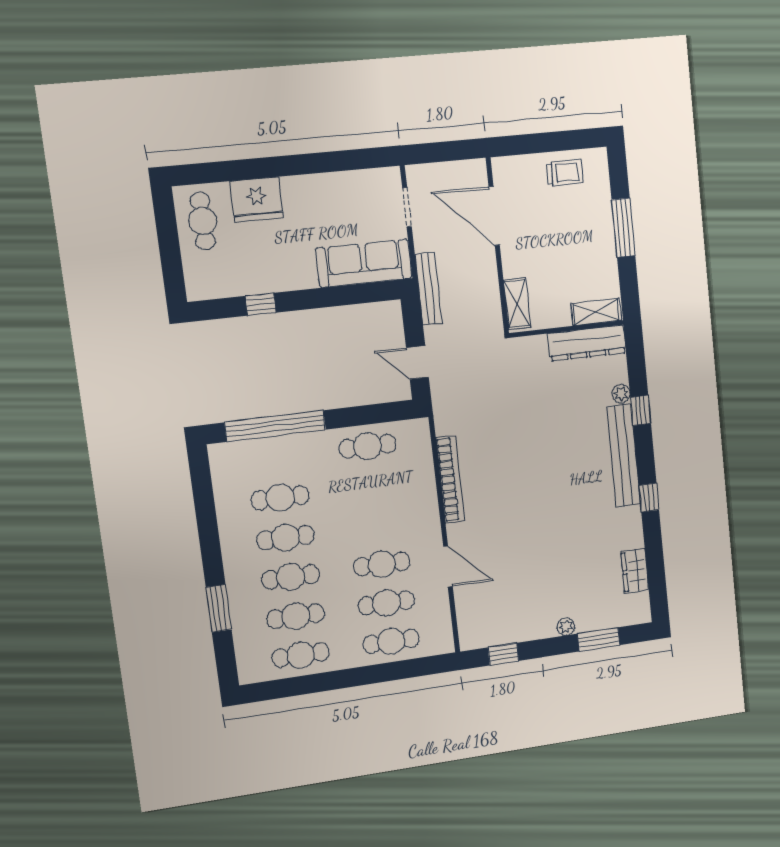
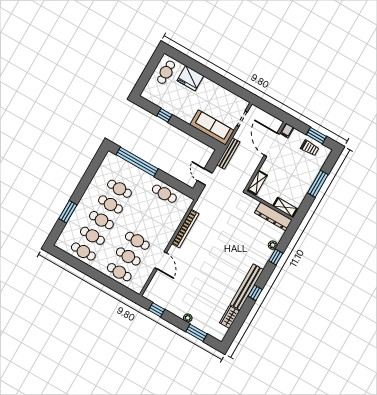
window: (561, 141) -> (316, 136), added
filing cabinet: (503, 170) -> (287, 131), added
bench: (624, 455) -> (247, 287), moved

